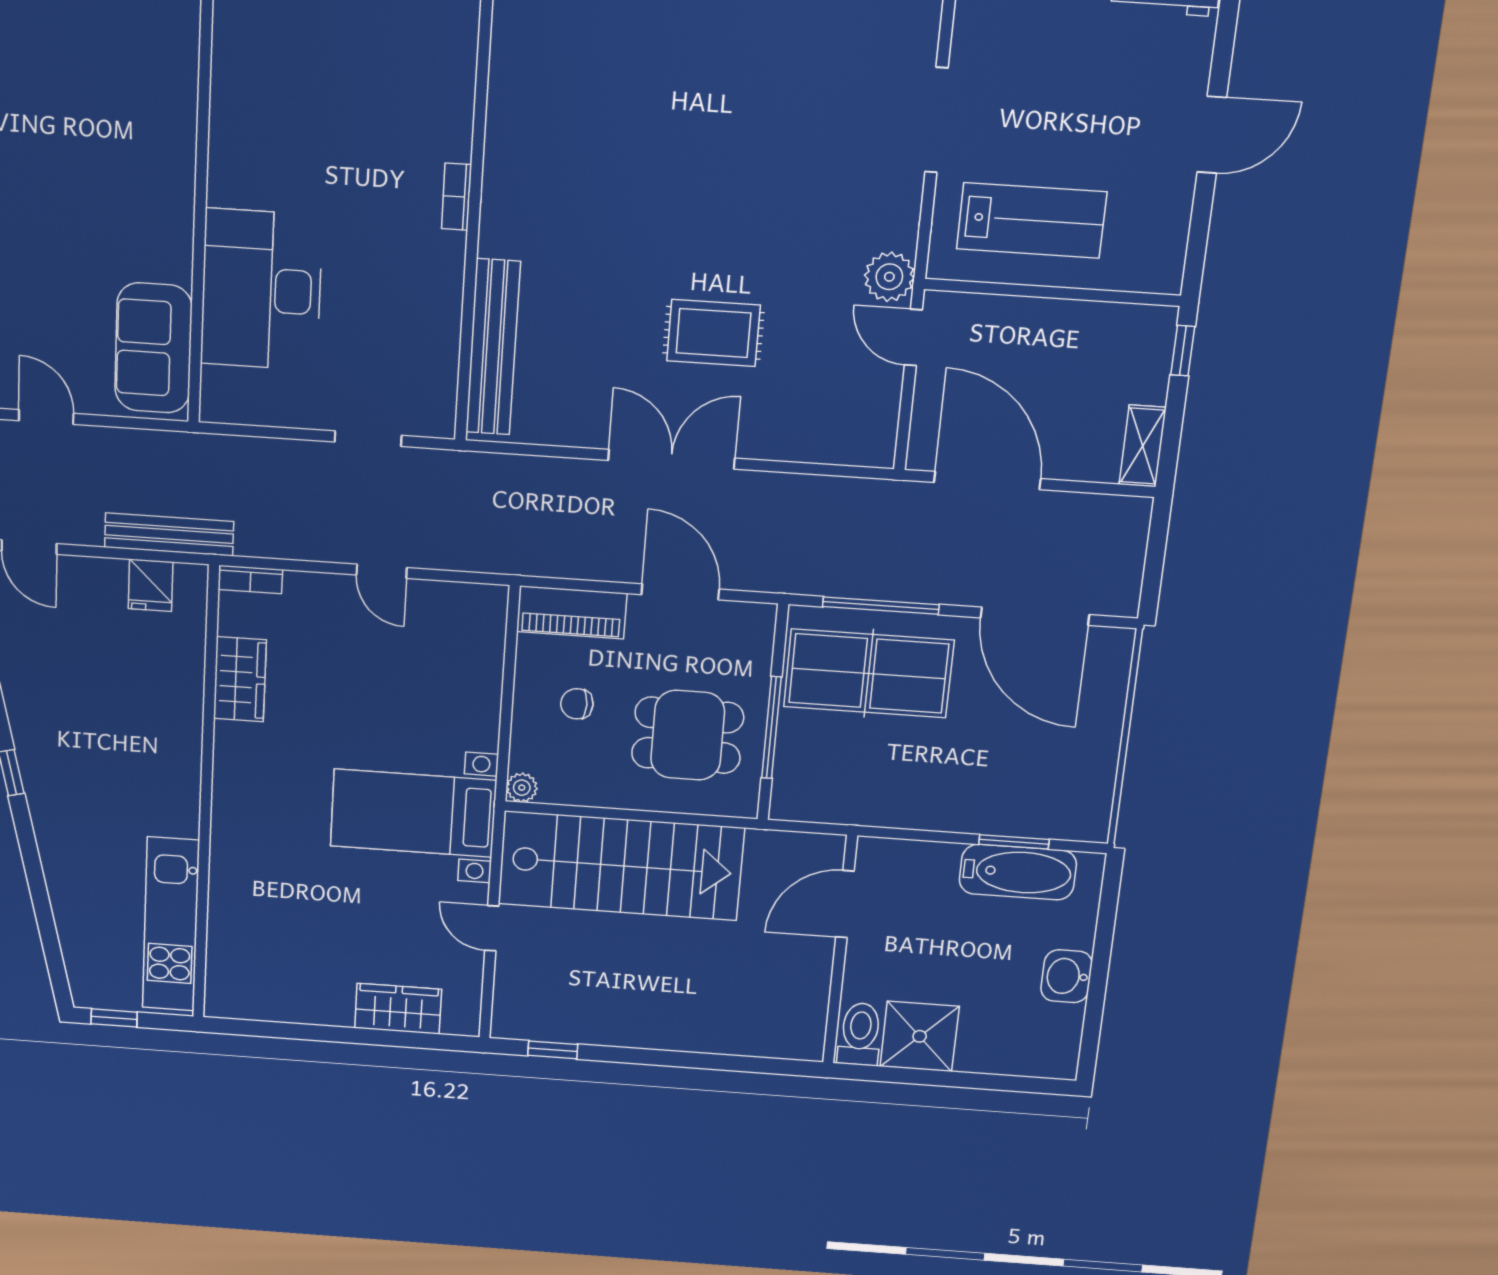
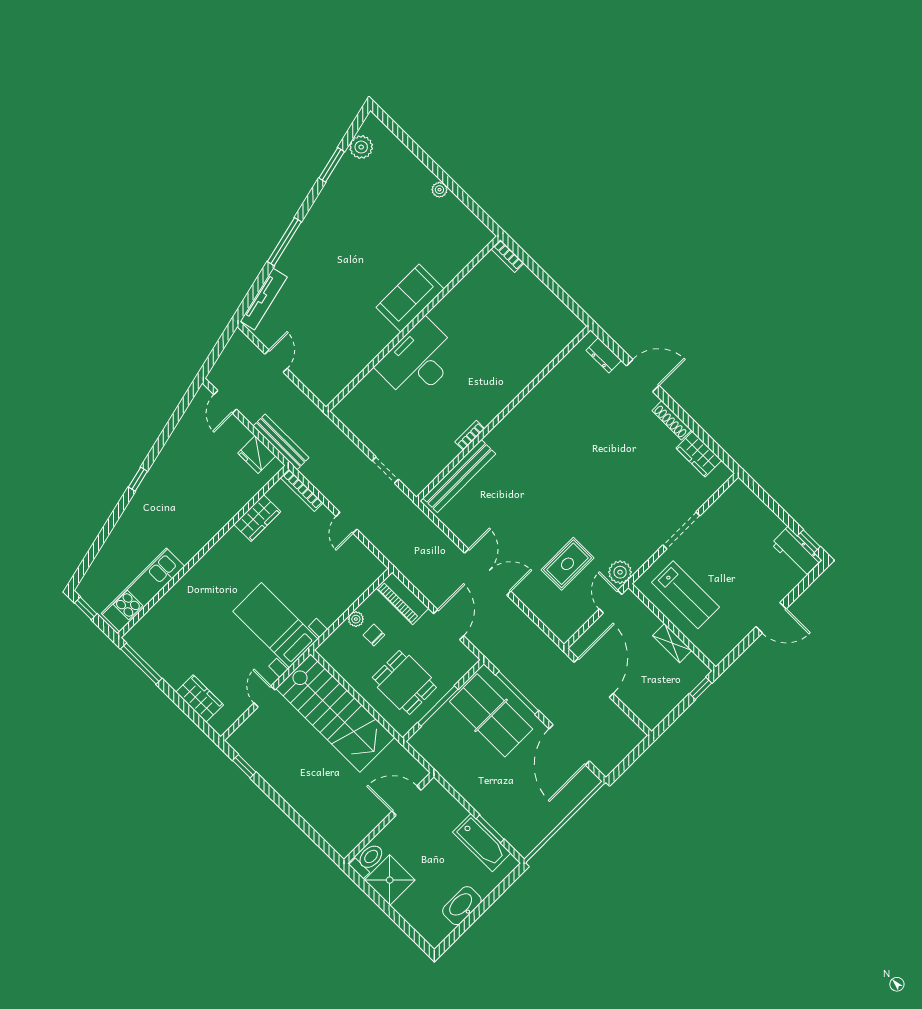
bookcase: (456, 197) -> (470, 435), moved
desk: (261, 290) -> (419, 361), moved
rug: (713, 333) -> (567, 564), moved, turned 90
sofa: (153, 348) -> (410, 298), moved
shelving: (1143, 446) -> (672, 643), moved, turned 90
bookcase: (250, 579) -> (302, 490), width x1.56
fridge: (150, 585) -> (257, 454), width x1.38
plant: (522, 788) -> (356, 619), moved
washbasin: (1067, 976) -> (462, 906), width x1.38
window: (267, 1029) -> (141, 664), added

